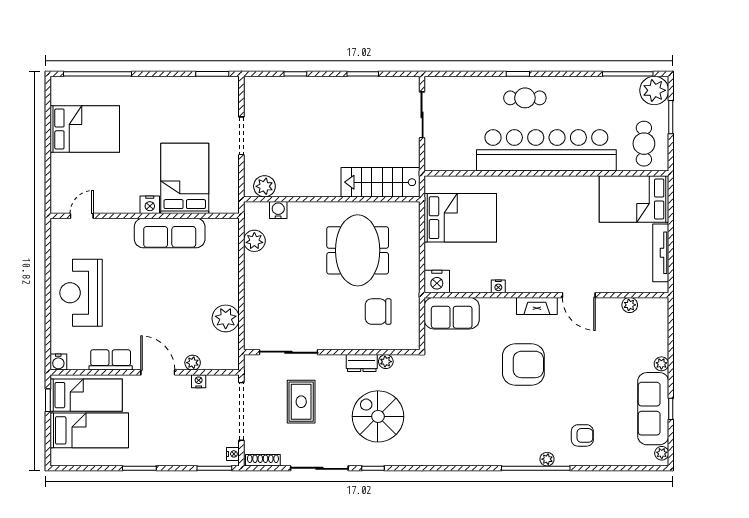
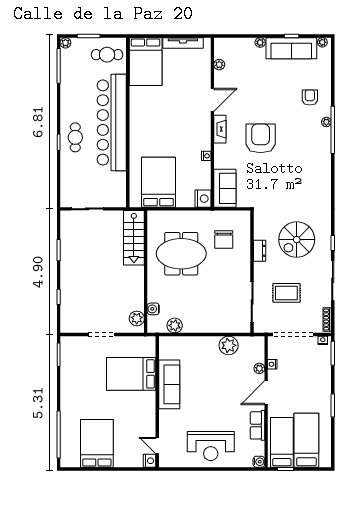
plant: (654, 90) -> (65, 43), width x0.53, depth x0.53
nightstand: (150, 205) -> (150, 461), moved
plant: (386, 362) -> (259, 234), removed

